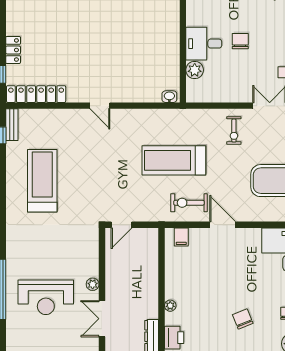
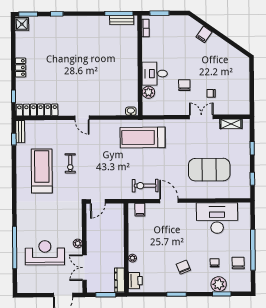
chair: (240, 41) -> (184, 85), moved
locker: (13, 50) -> (21, 67), moved
exercise bike: (234, 131) -> (70, 163), moved
treadmill: (174, 160) -> (143, 138), moved
reception desk: (46, 297) -> (45, 253), turned 180

